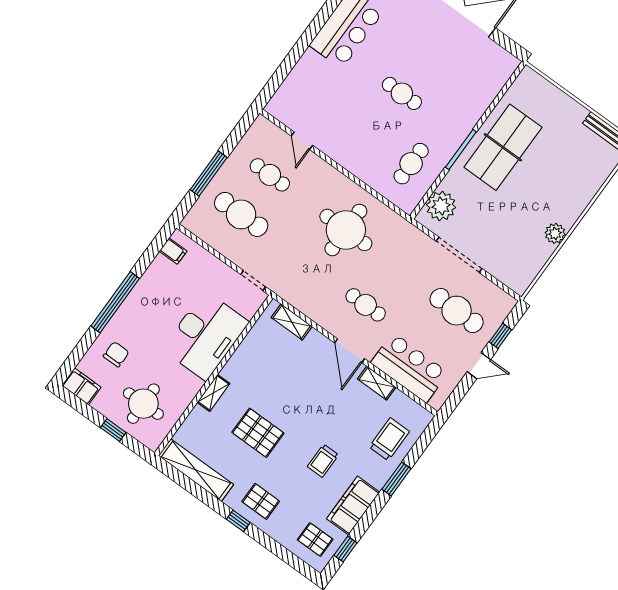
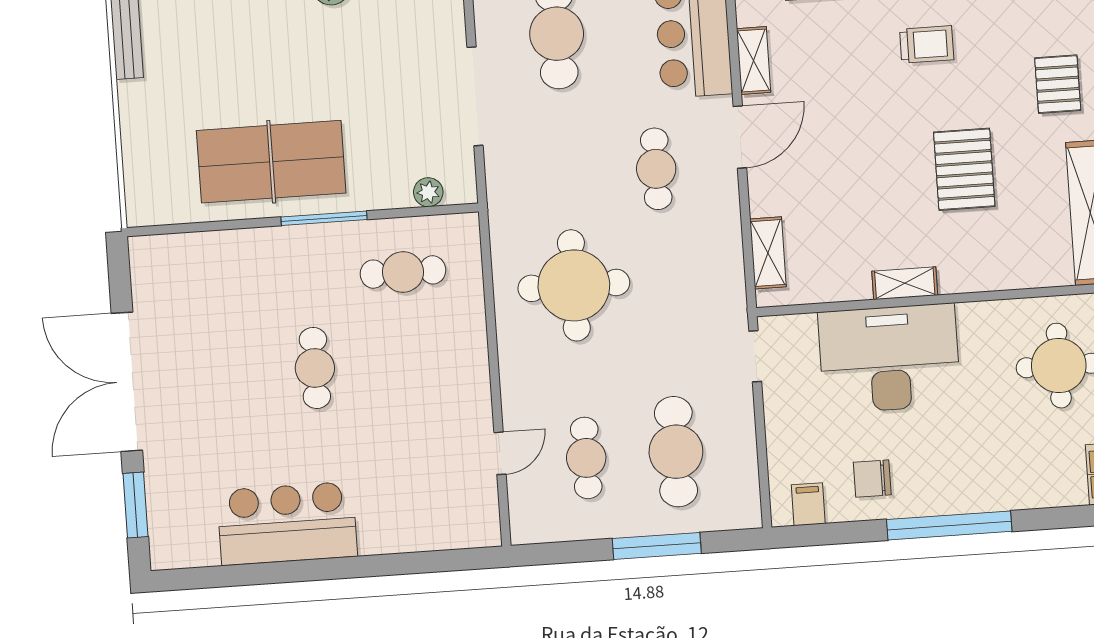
plant: (441, 206) -> (428, 192), width x0.53, depth x0.53
chair: (116, 354) -> (872, 479), moved
shelving: (213, 393) -> (905, 283), moved

